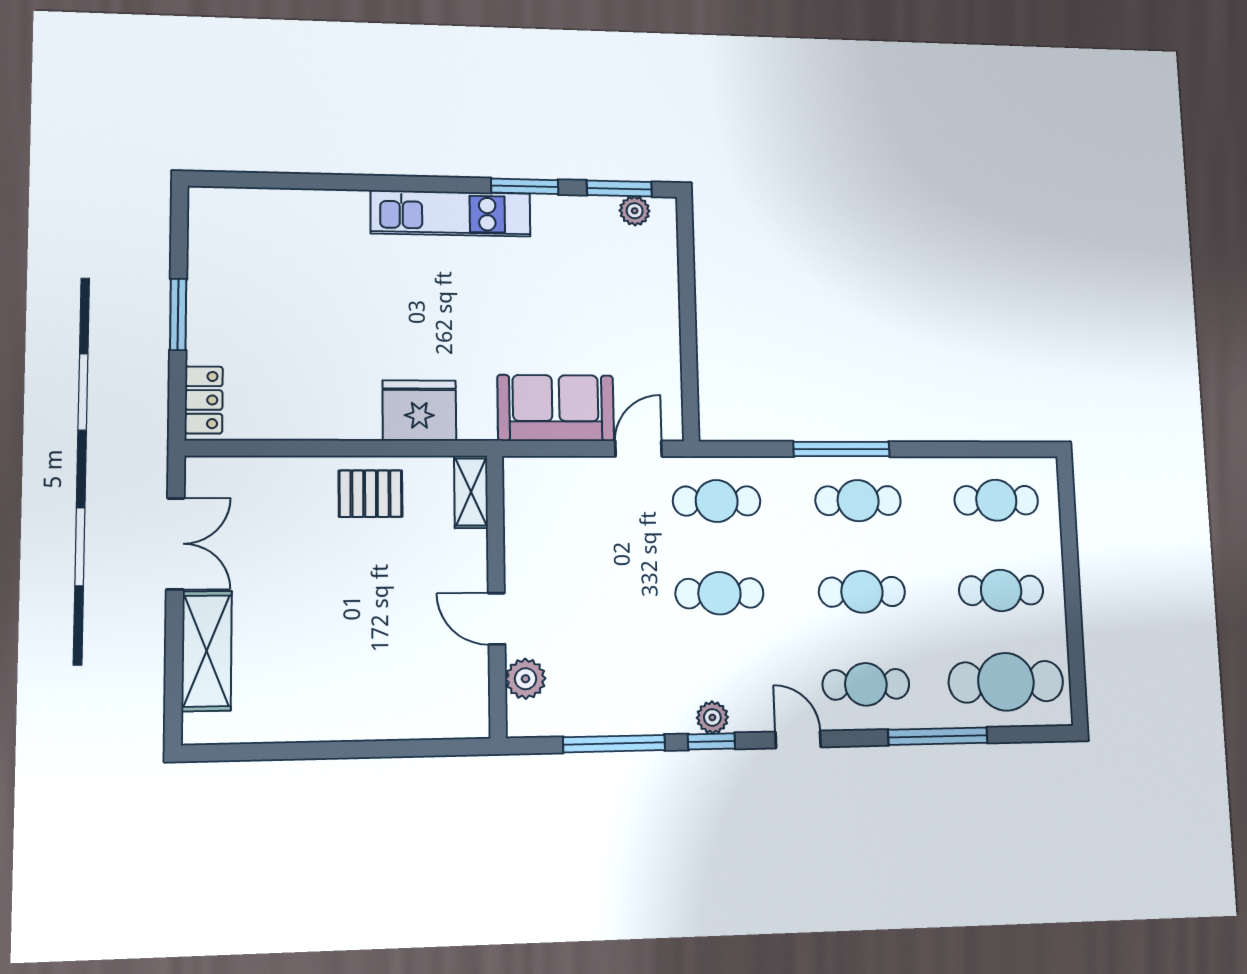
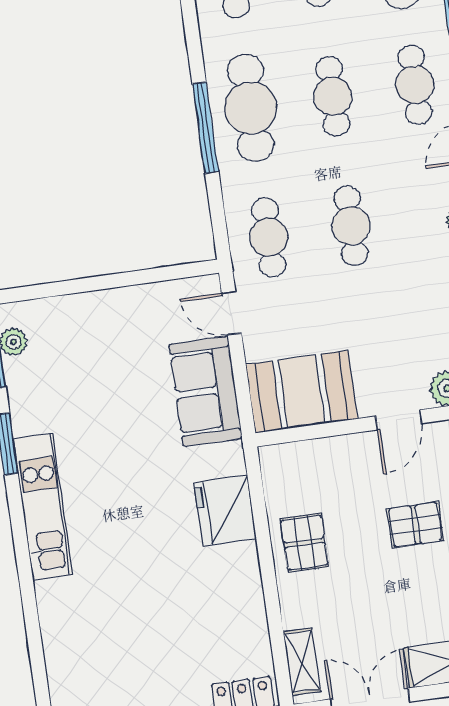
shelving: (471, 492) -> (302, 662), moved, turned 90
cafe table: (858, 501) -> (251, 108), width x1.37, depth x1.35
booth: (542, 514) -> (302, 392), added
pallet: (374, 623) -> (415, 525), added

